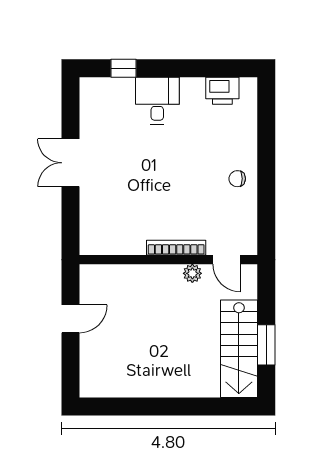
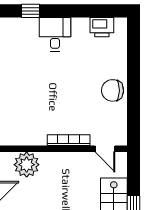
chair: (237, 179) -> (113, 90), width x1.87, depth x1.87
plant: (192, 273) -> (27, 165), moved, width x1.87, depth x1.87

